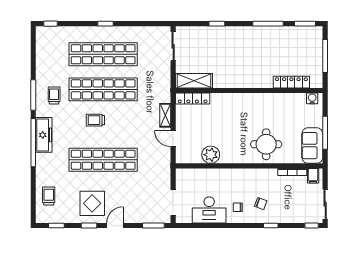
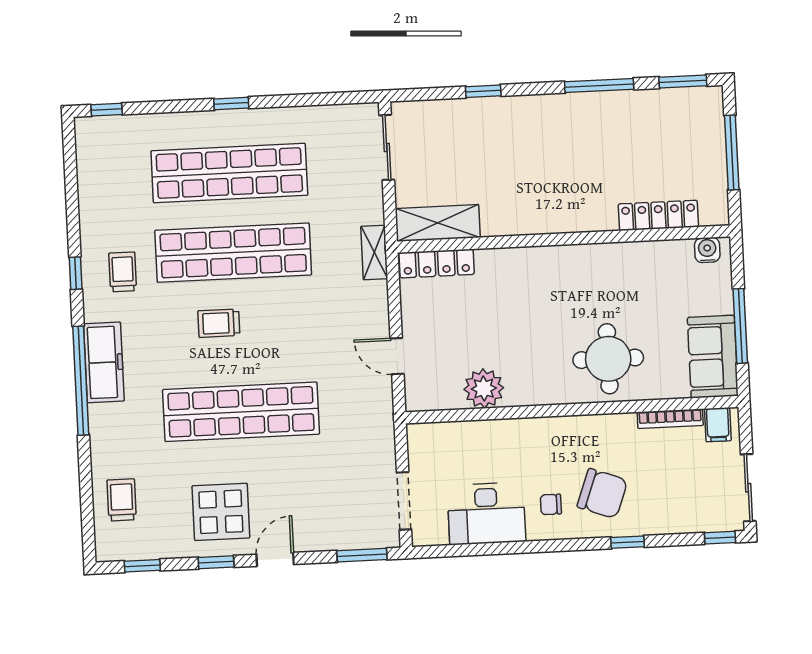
window: (33, 95) -> (76, 273), width x0.46
shelving: (165, 115) -> (374, 252), moved
chair: (261, 204) -> (602, 494), width x1.87, depth x1.87

